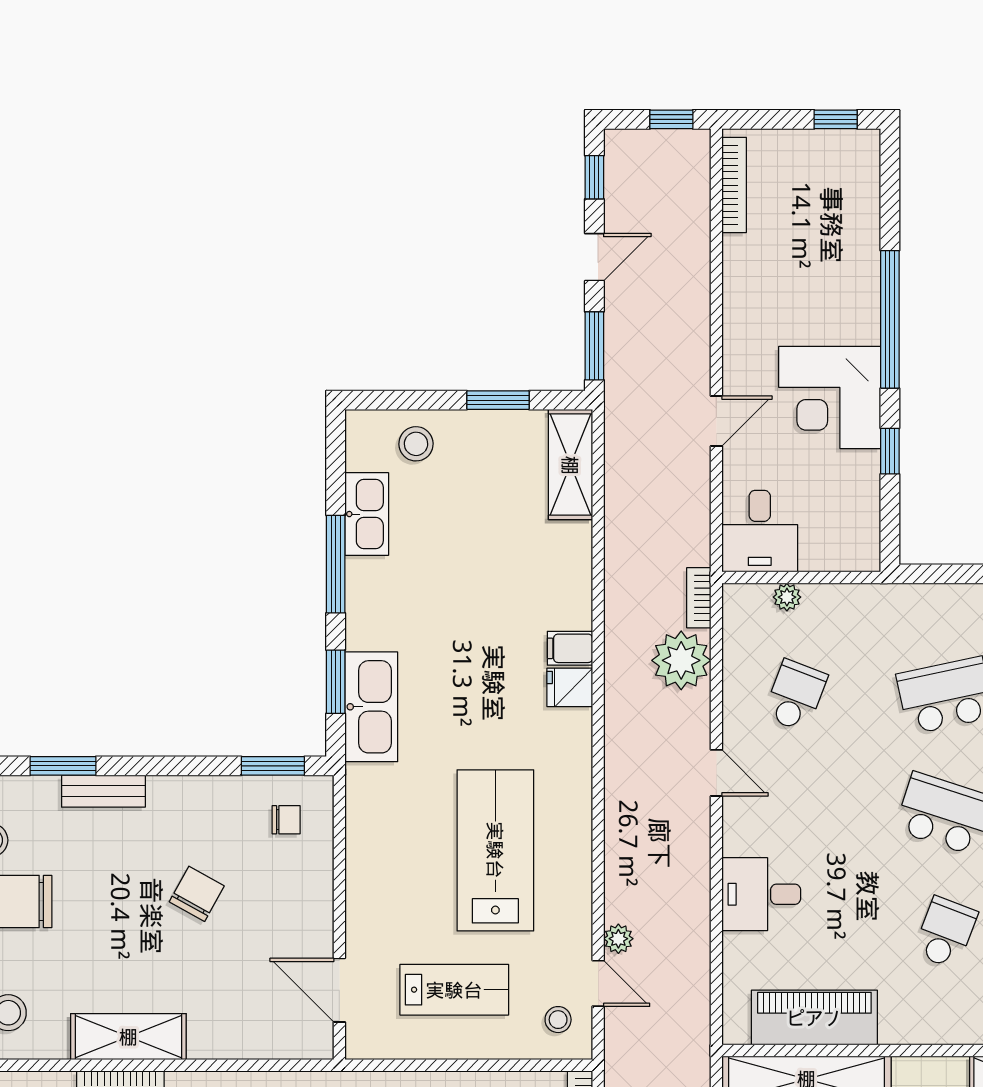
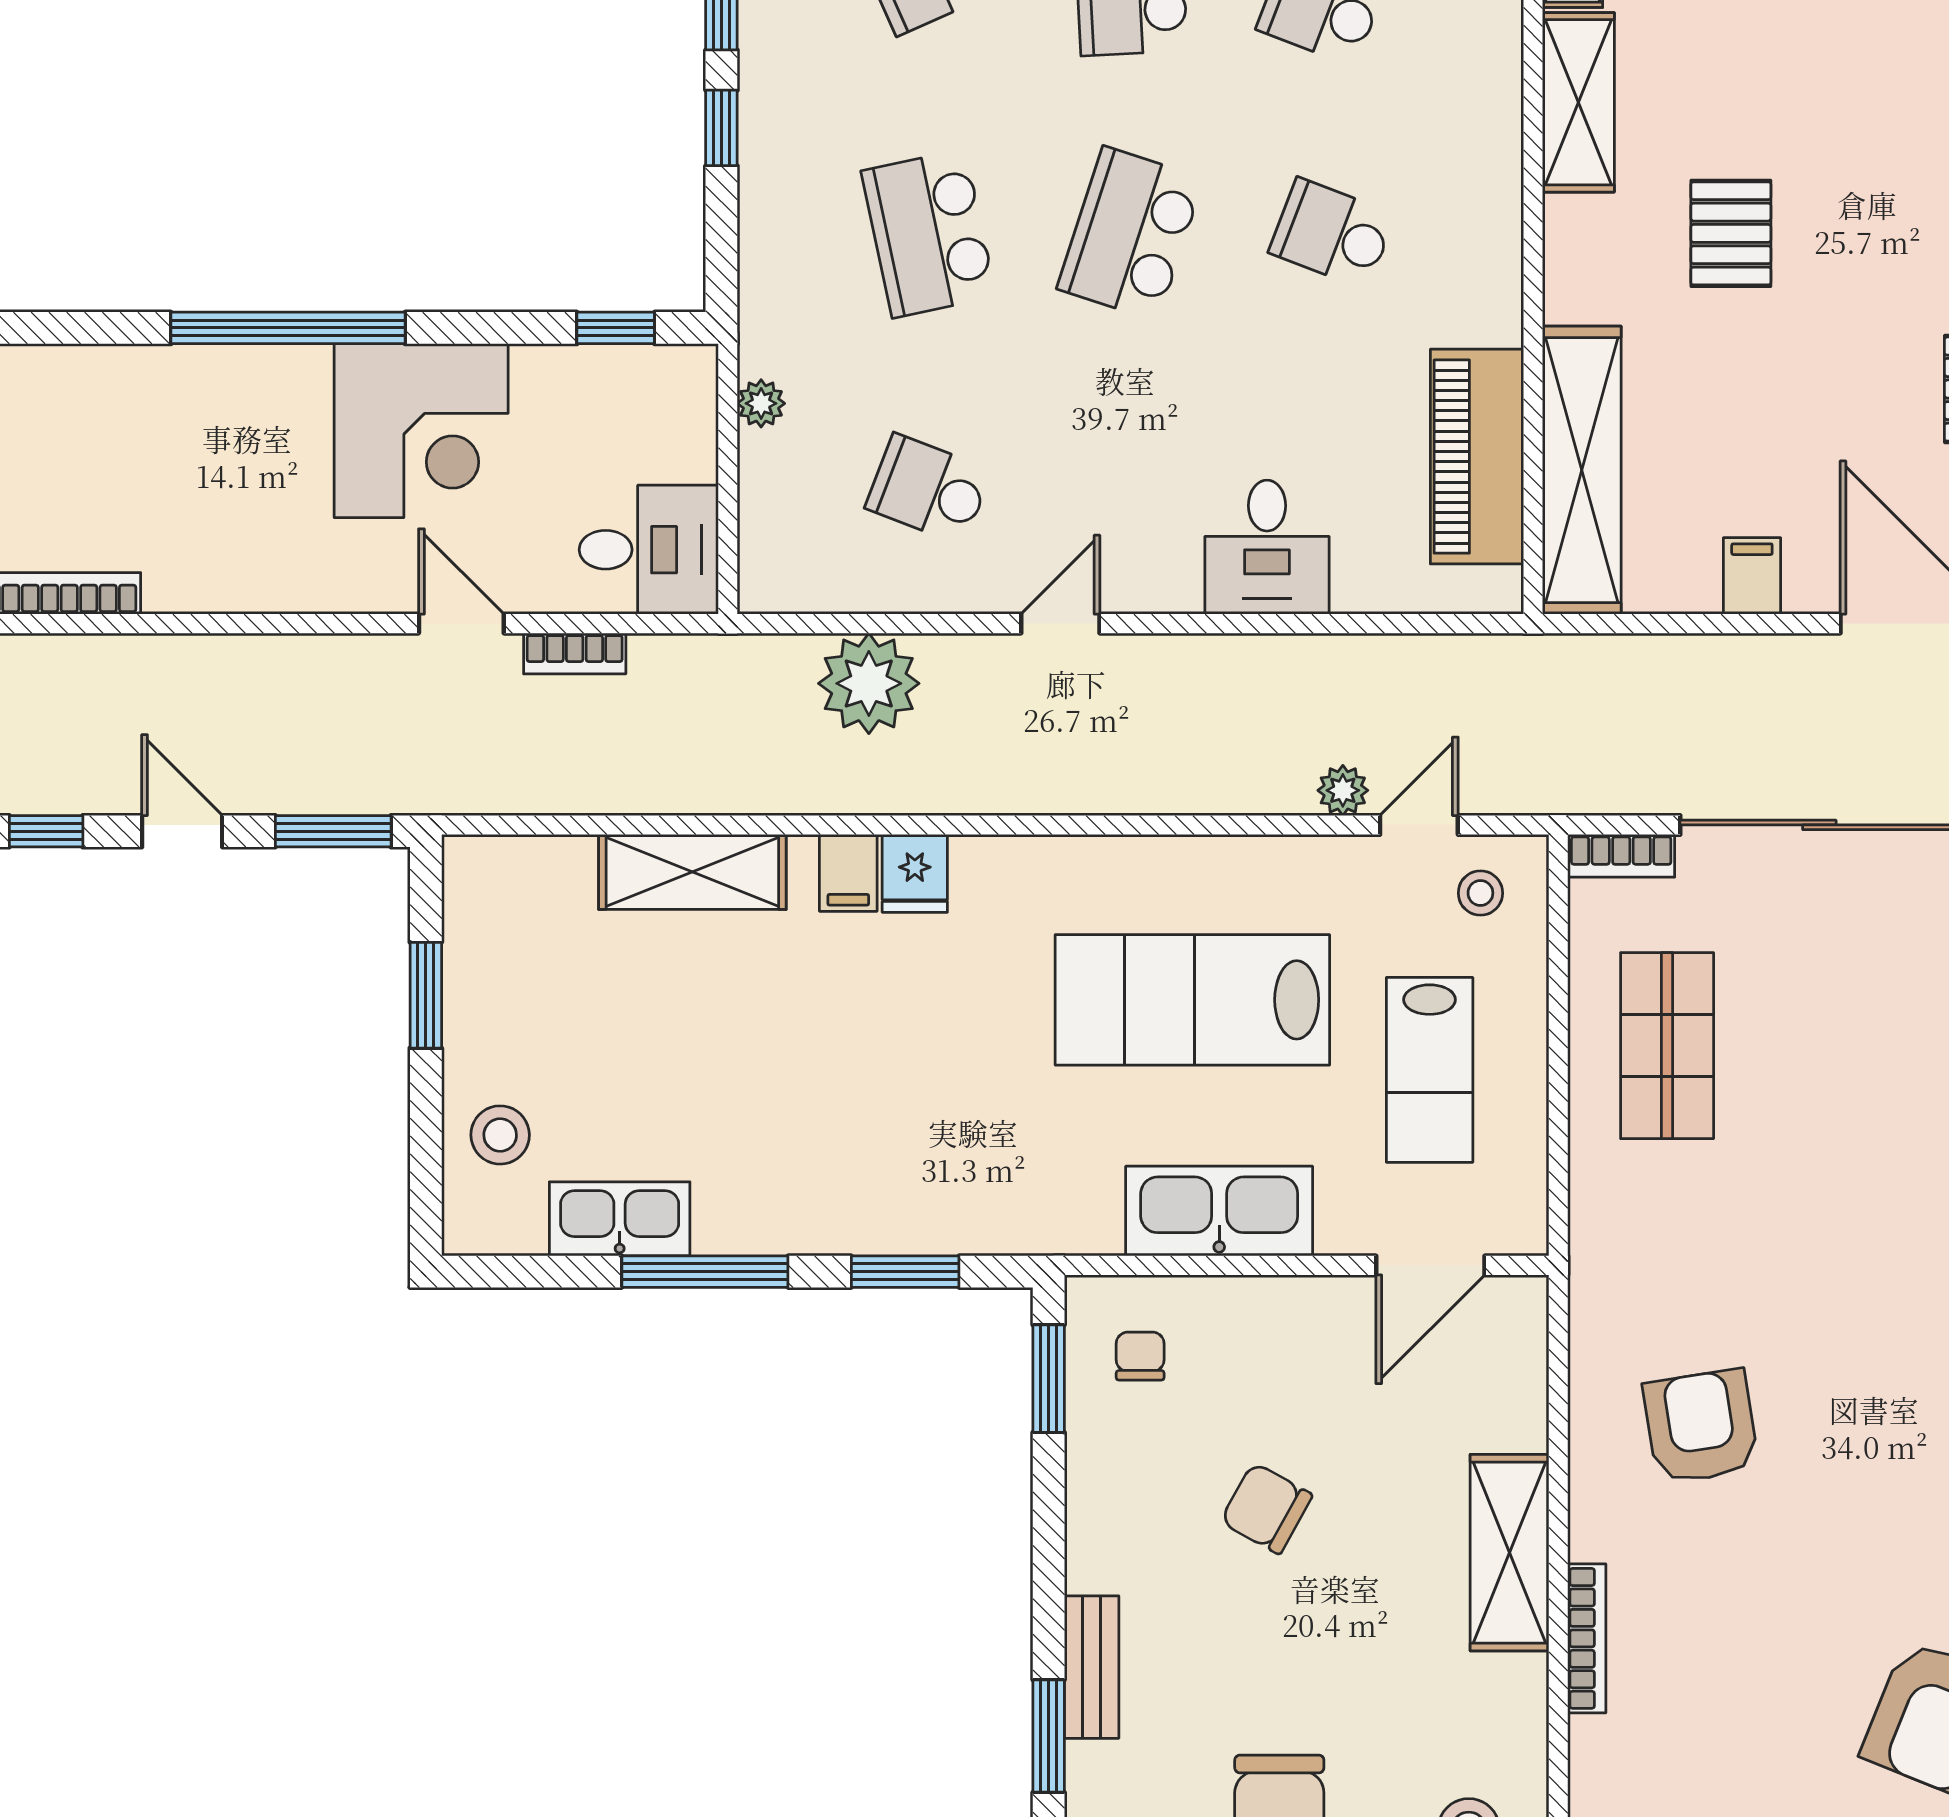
window: (890, 451) -> (616, 328), moved
shelving: (570, 465) -> (692, 872), moved
plant: (787, 597) -> (761, 403), moved
bookcase: (699, 598) -> (575, 654), moved
kitchen sink: (371, 707) -> (1219, 1211), moved
lab bench: (454, 990) -> (1430, 1070), turned 180
shelving: (128, 1037) -> (1509, 1553), moved

